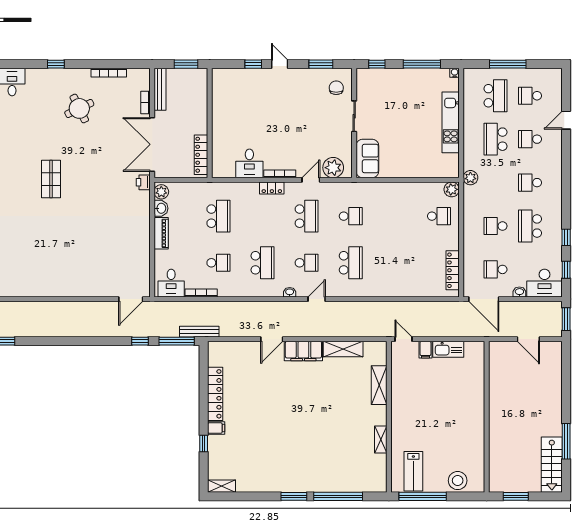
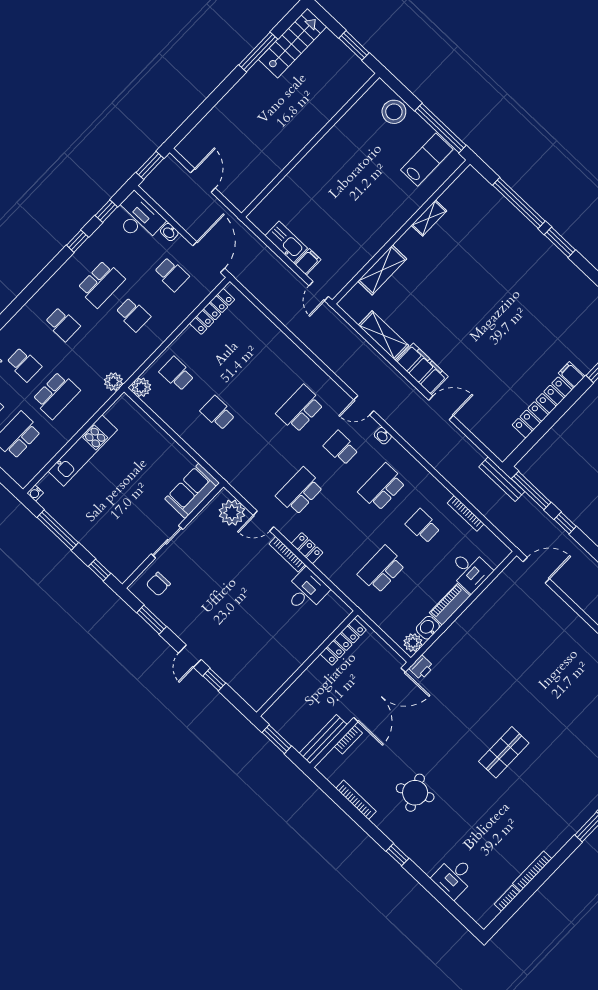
school desk: (351, 216) -> (218, 413), moved
desk: (171, 283) -> (470, 571), moved, turned 90

